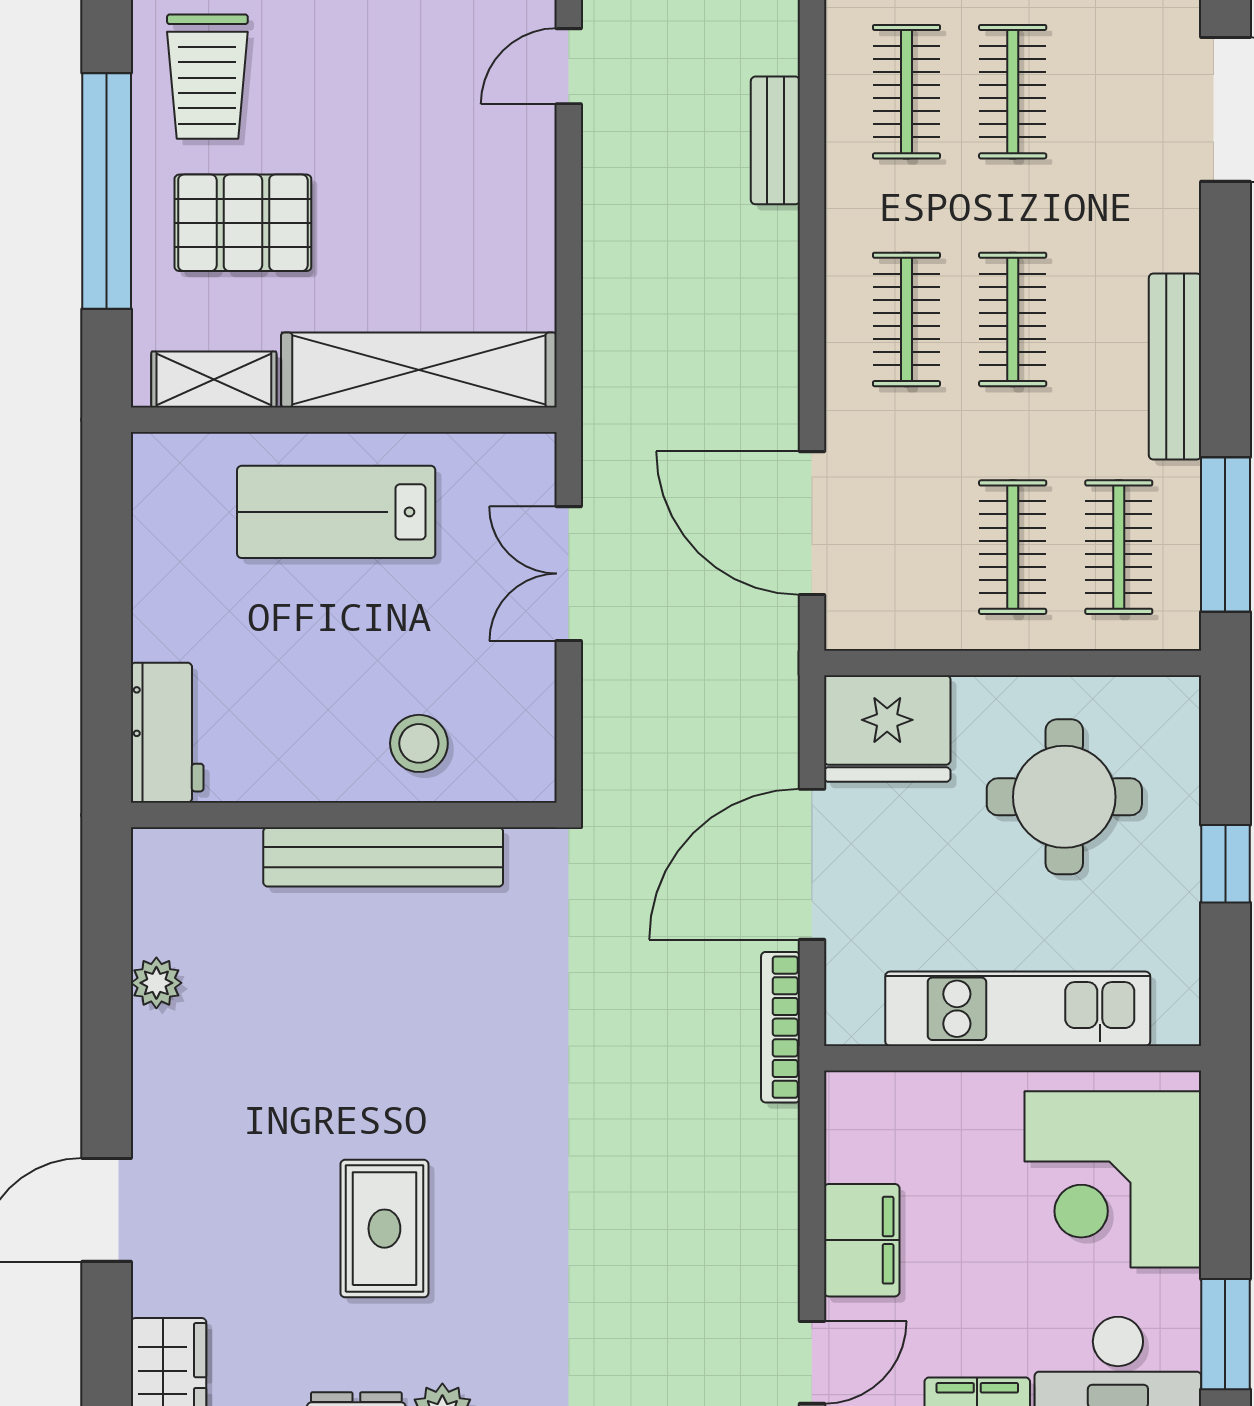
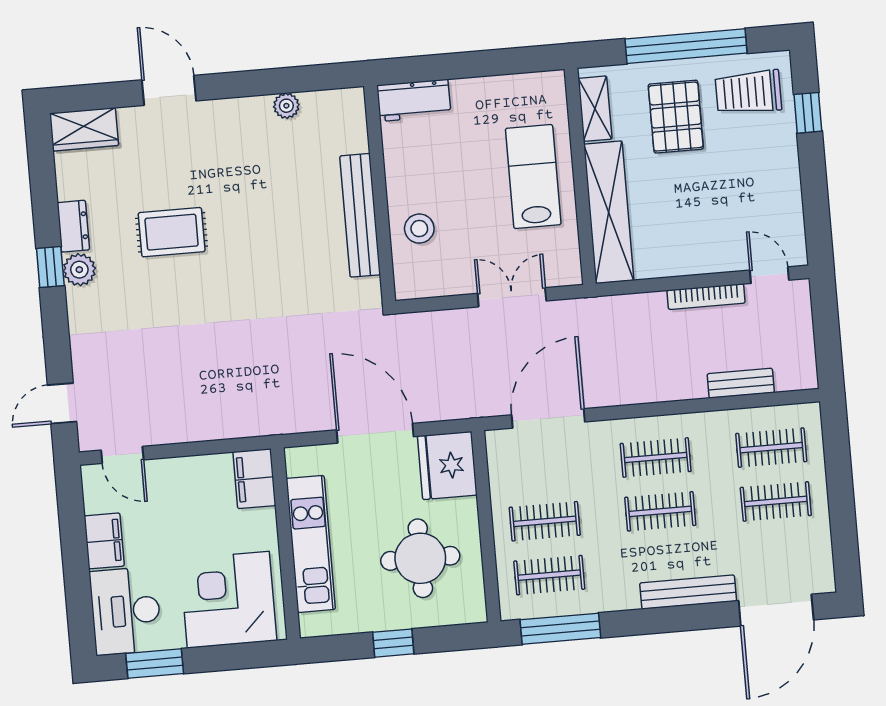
bench: (1175, 367) -> (688, 592), moved
bookcase: (781, 1027) -> (706, 297), moved, turned 180
filing cabinet: (862, 1240) -> (254, 479), moved, turned 90

